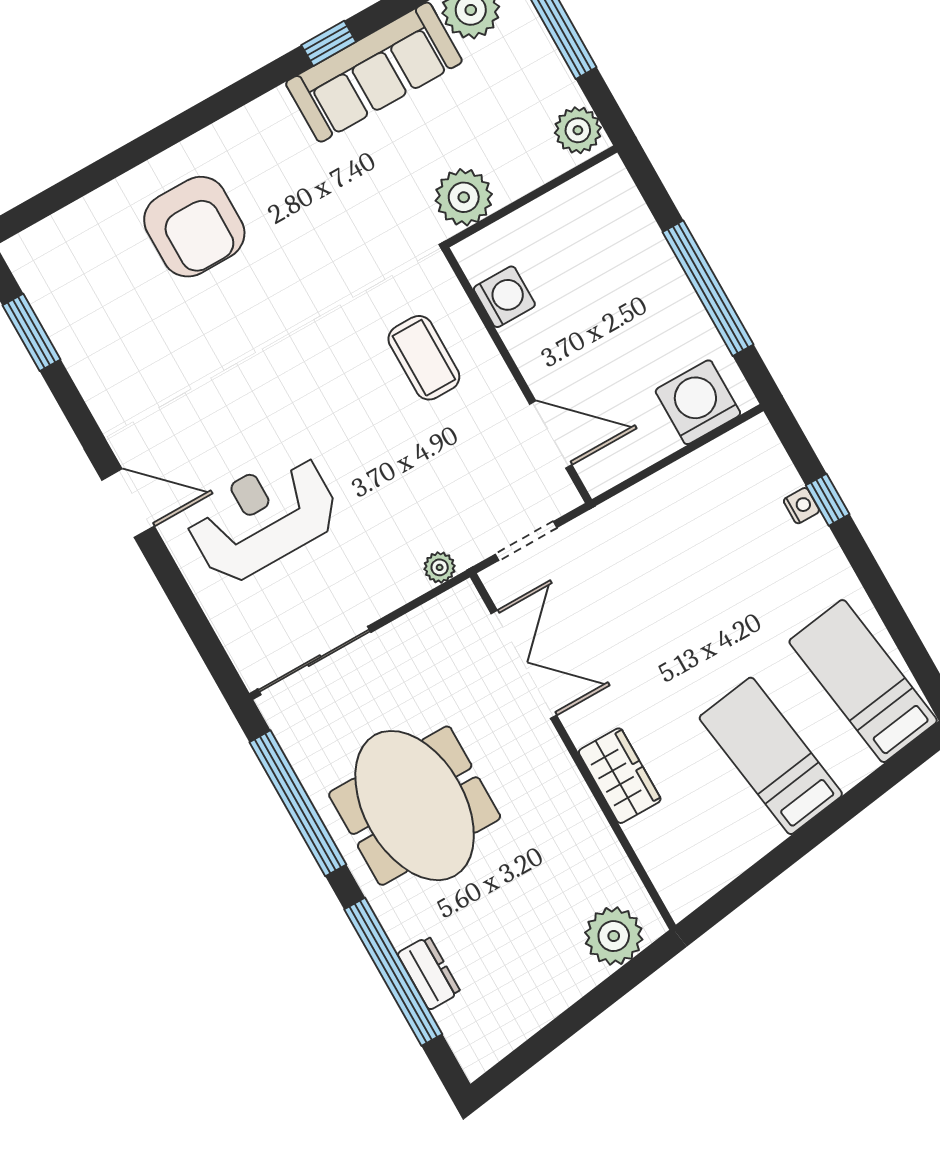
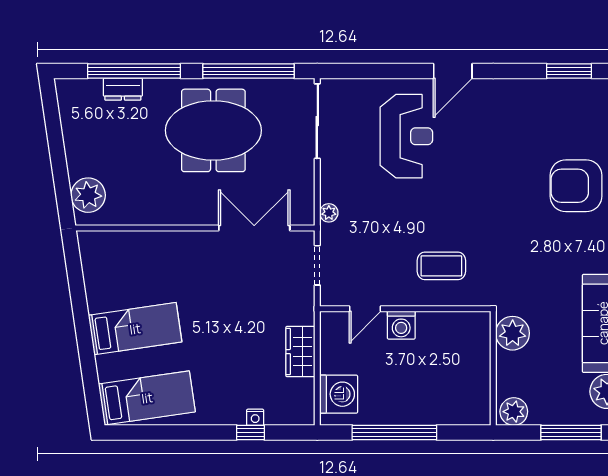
washing machine: (504, 297) -> (401, 325), moved
door: (551, 435) -> (365, 309), width x0.73
double door: (524, 664) -> (254, 228), swing flipped
wardrobe: (620, 776) -> (300, 352), moved, turned 90

